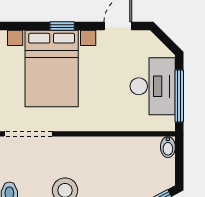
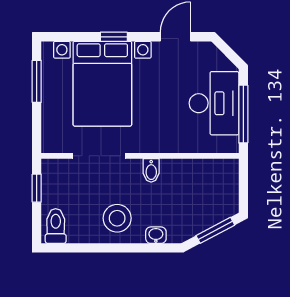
doorway: (28, 134) -> (99, 156), moved
bidet: (168, 147) -> (151, 170), moved

